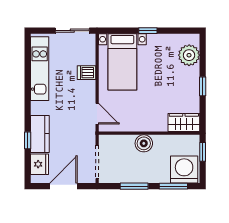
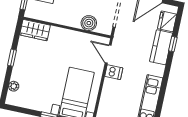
plant: (189, 55) -> (14, 86), width x0.53, depth x0.53
dishwasher: (86, 73) -> (114, 72), moved
boiler: (144, 143) -> (89, 23), moved

